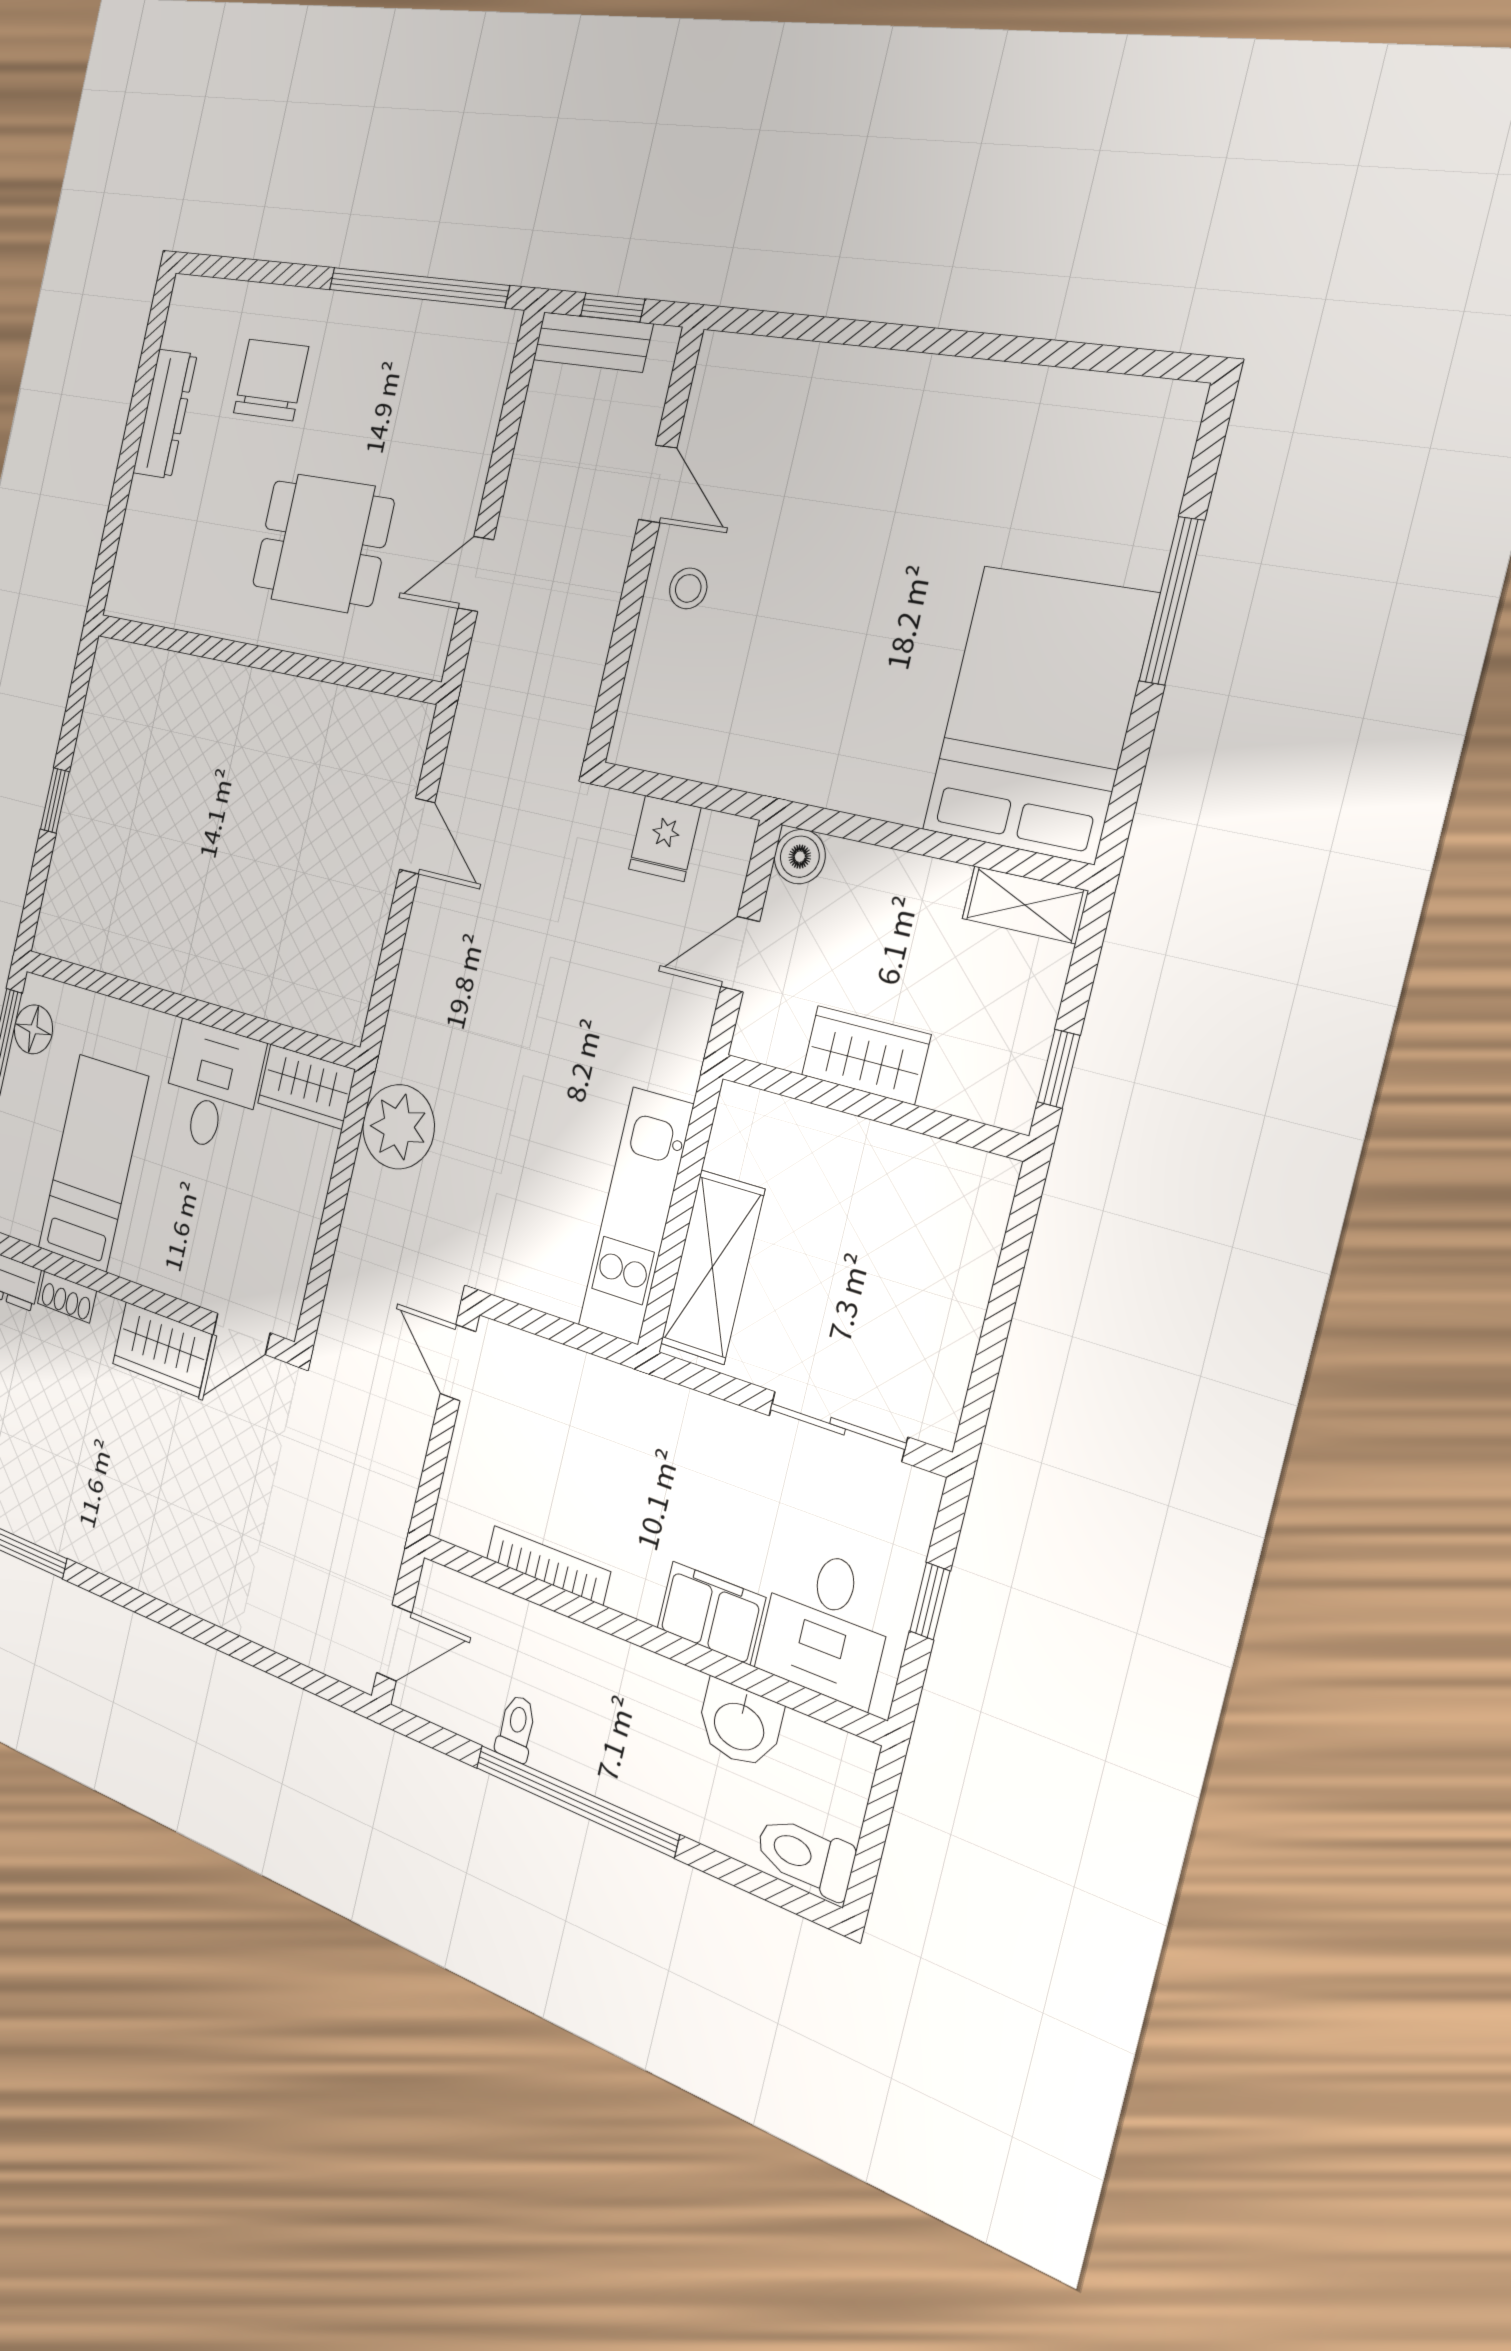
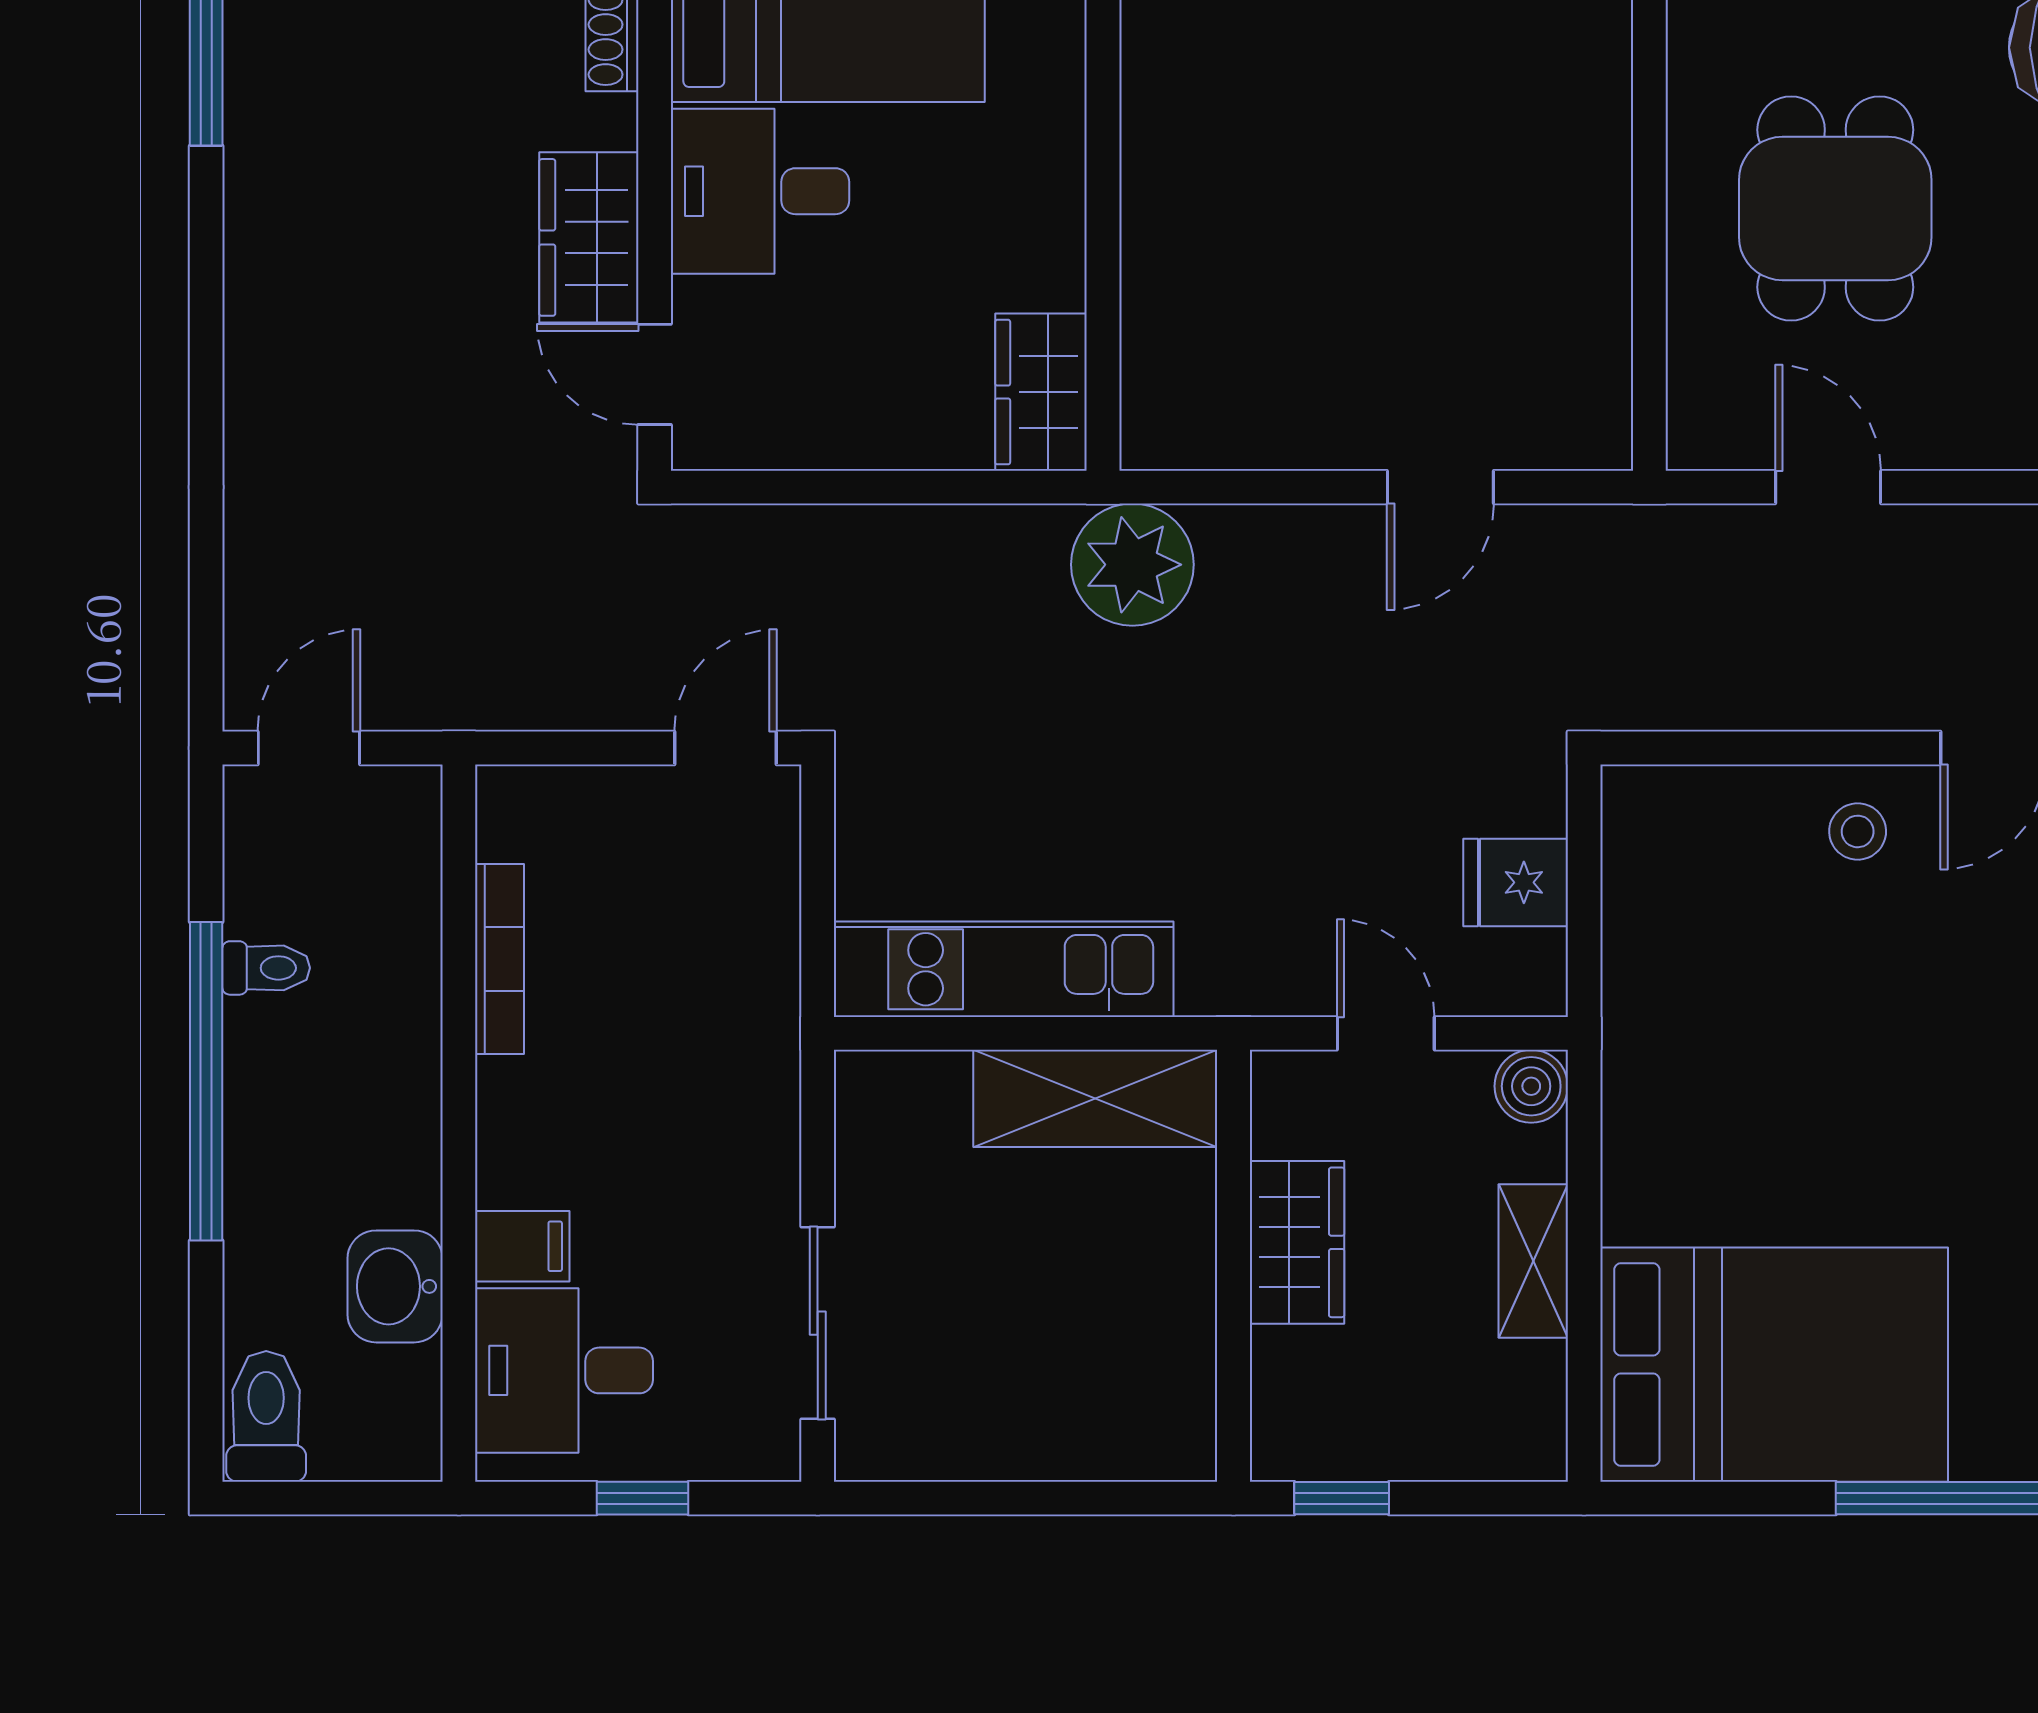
shelving: (1025, 905) -> (1533, 1261), moved
desk: (212, 1087) -> (760, 191), moved, turned 180
plant: (398, 1127) -> (1132, 565), moved
shelving: (712, 1267) -> (1095, 1098), moved
filing cabinet: (711, 1613) -> (522, 1246), width x0.50
door: (394, 1643) -> (309, 748), swing flipped

